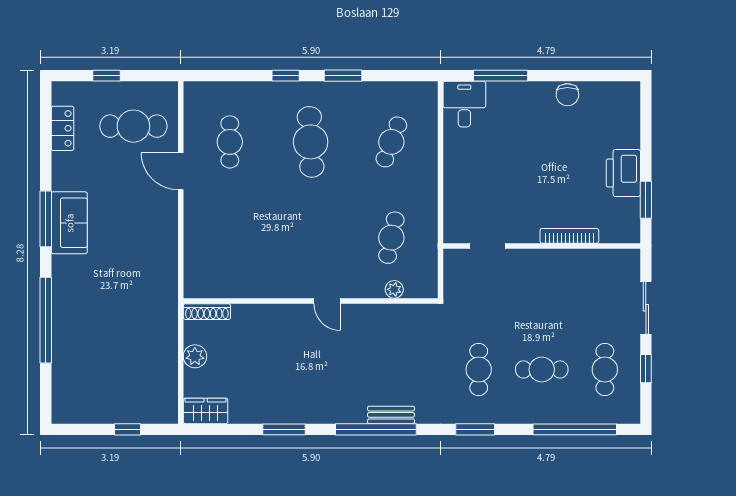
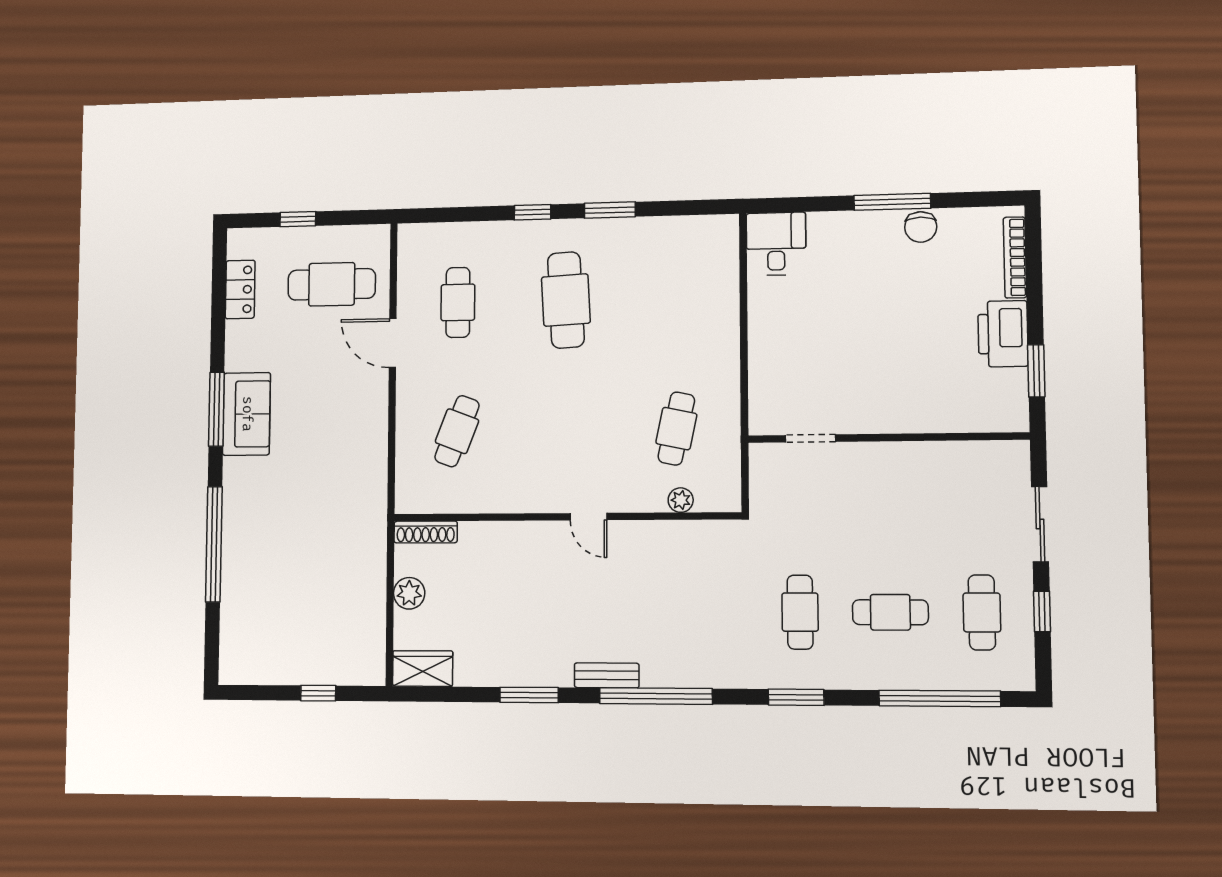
window: (501, 76) -> (892, 202), moved
cafe table: (391, 142) -> (457, 431), moved
bookcase: (569, 236) -> (1015, 257), moved, turned -90
bench: (391, 415) -> (607, 675), moved

